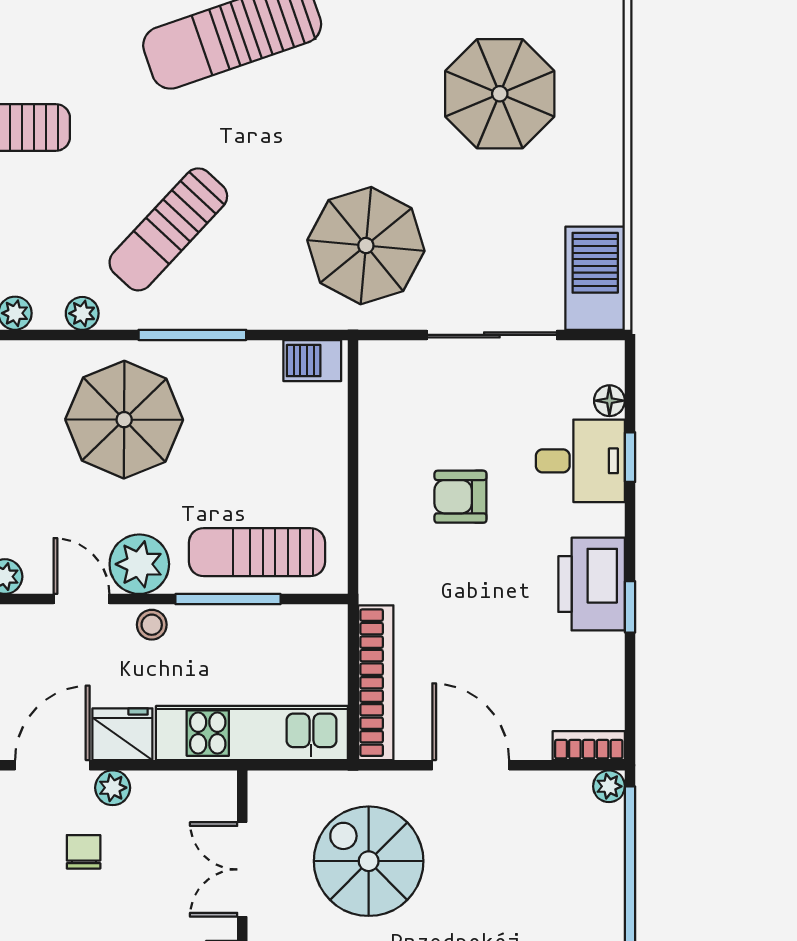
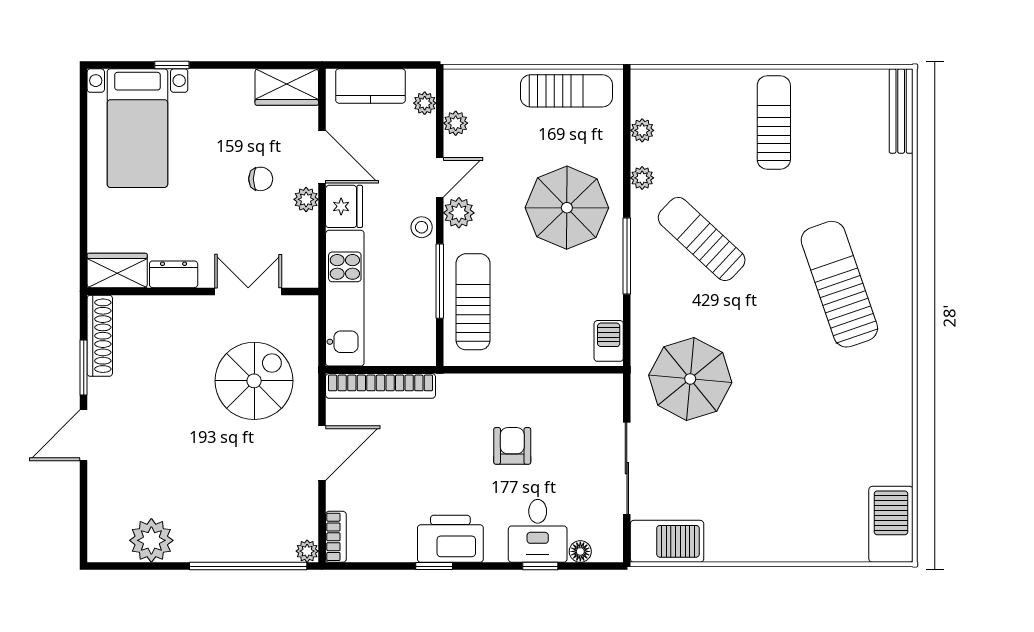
parasol: (500, 94) -> (798, 474), removed
plant: (139, 564) -> (459, 213), width x0.73, depth x0.73

